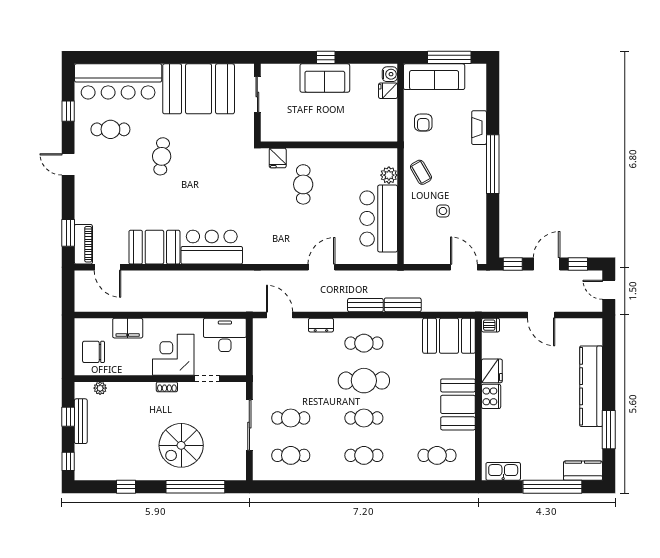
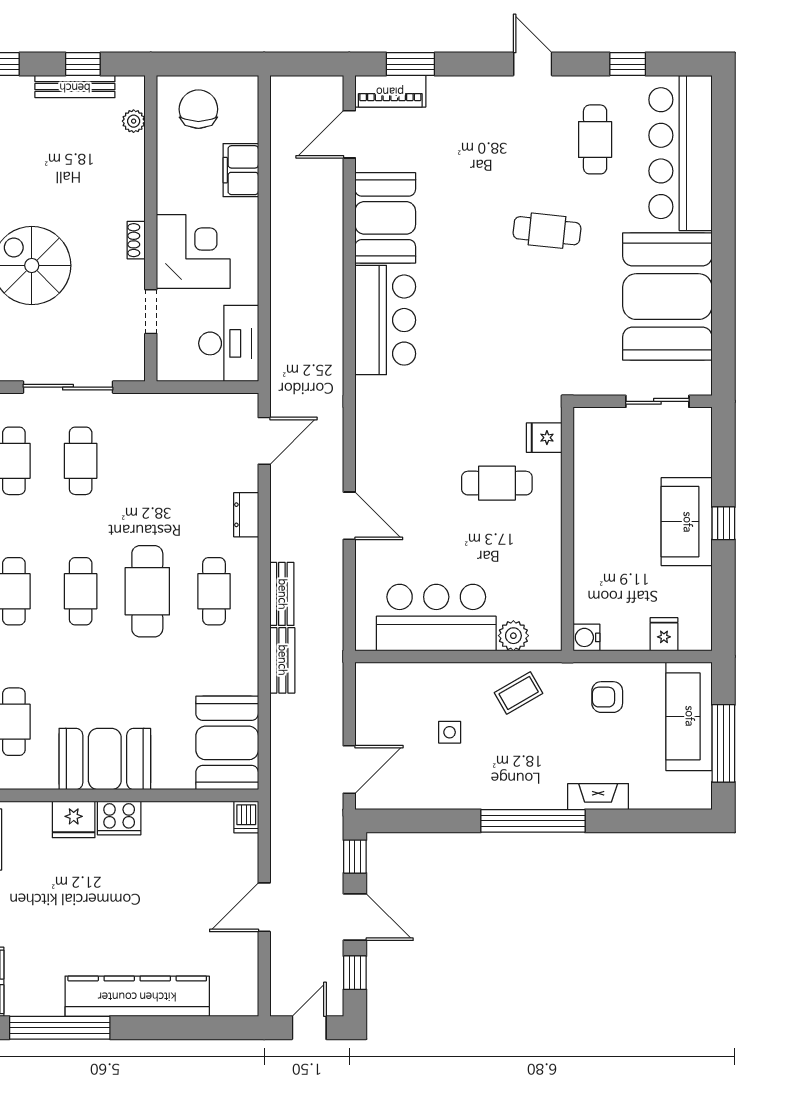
water cooler: (390, 74) -> (586, 637), moved, turned 90
door: (68, 164) -> (533, 64), hinge flipped
fridge: (492, 371) -> (74, 819), moved
window: (609, 430) -> (60, 1028), width x1.46

